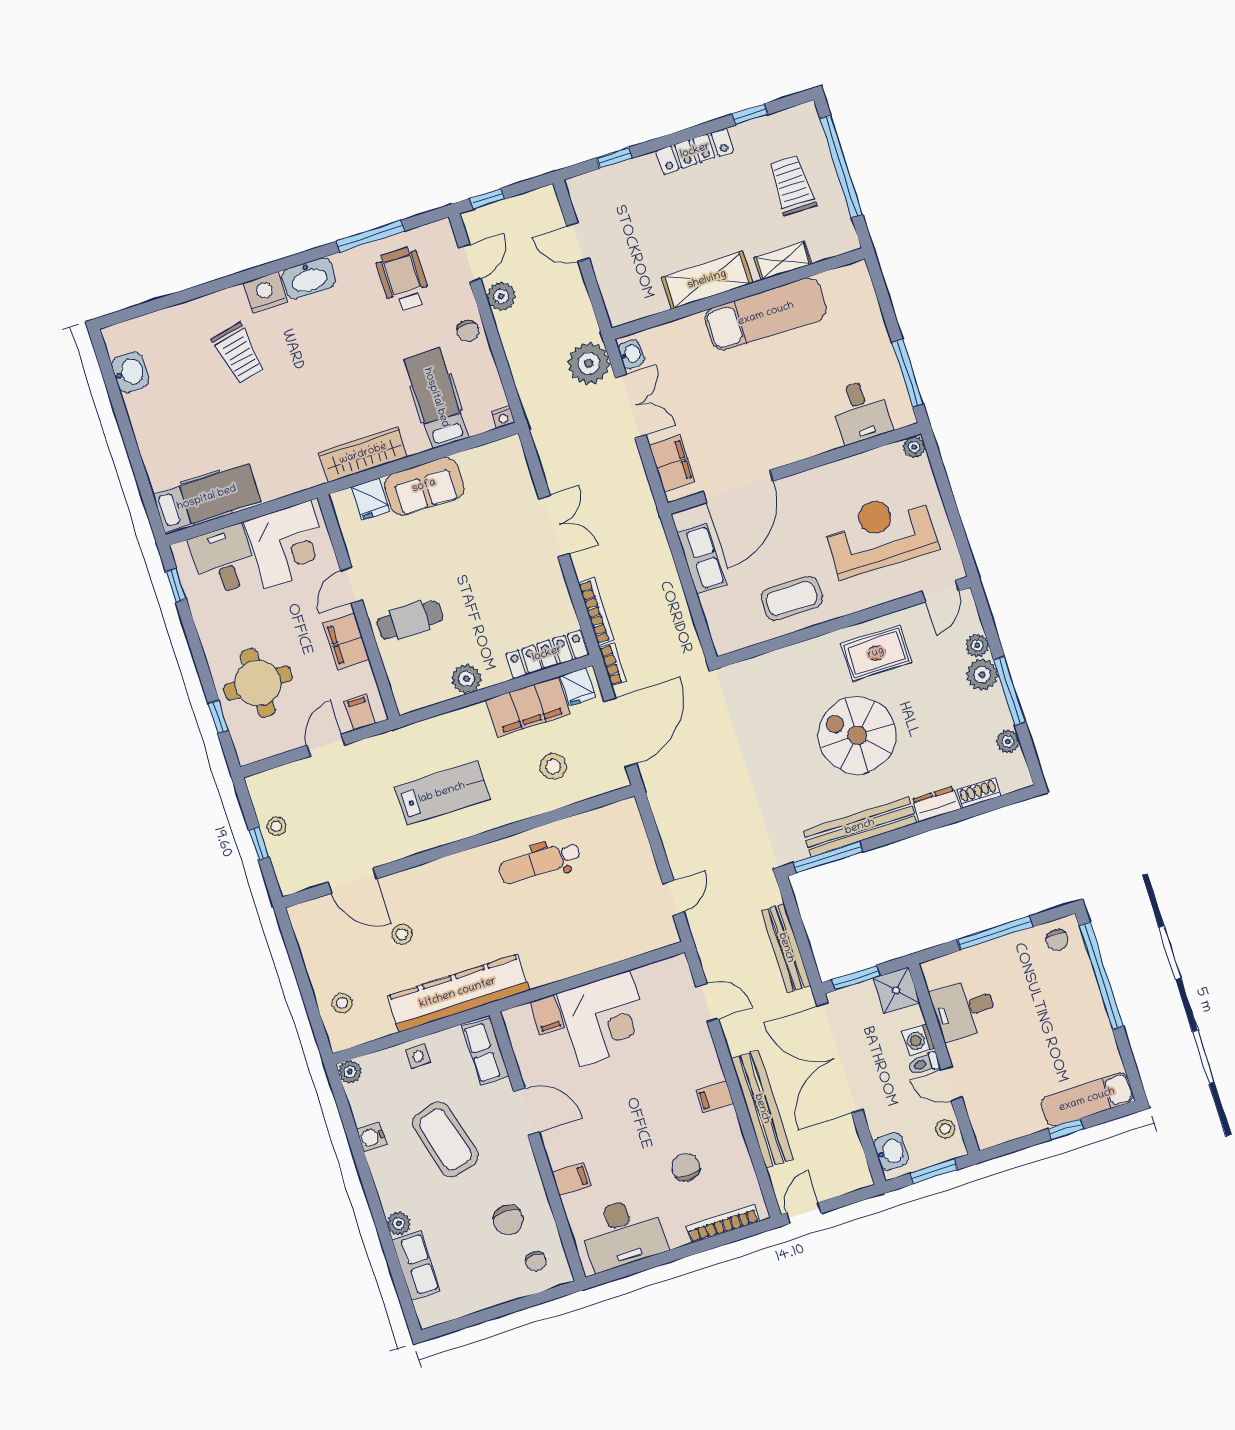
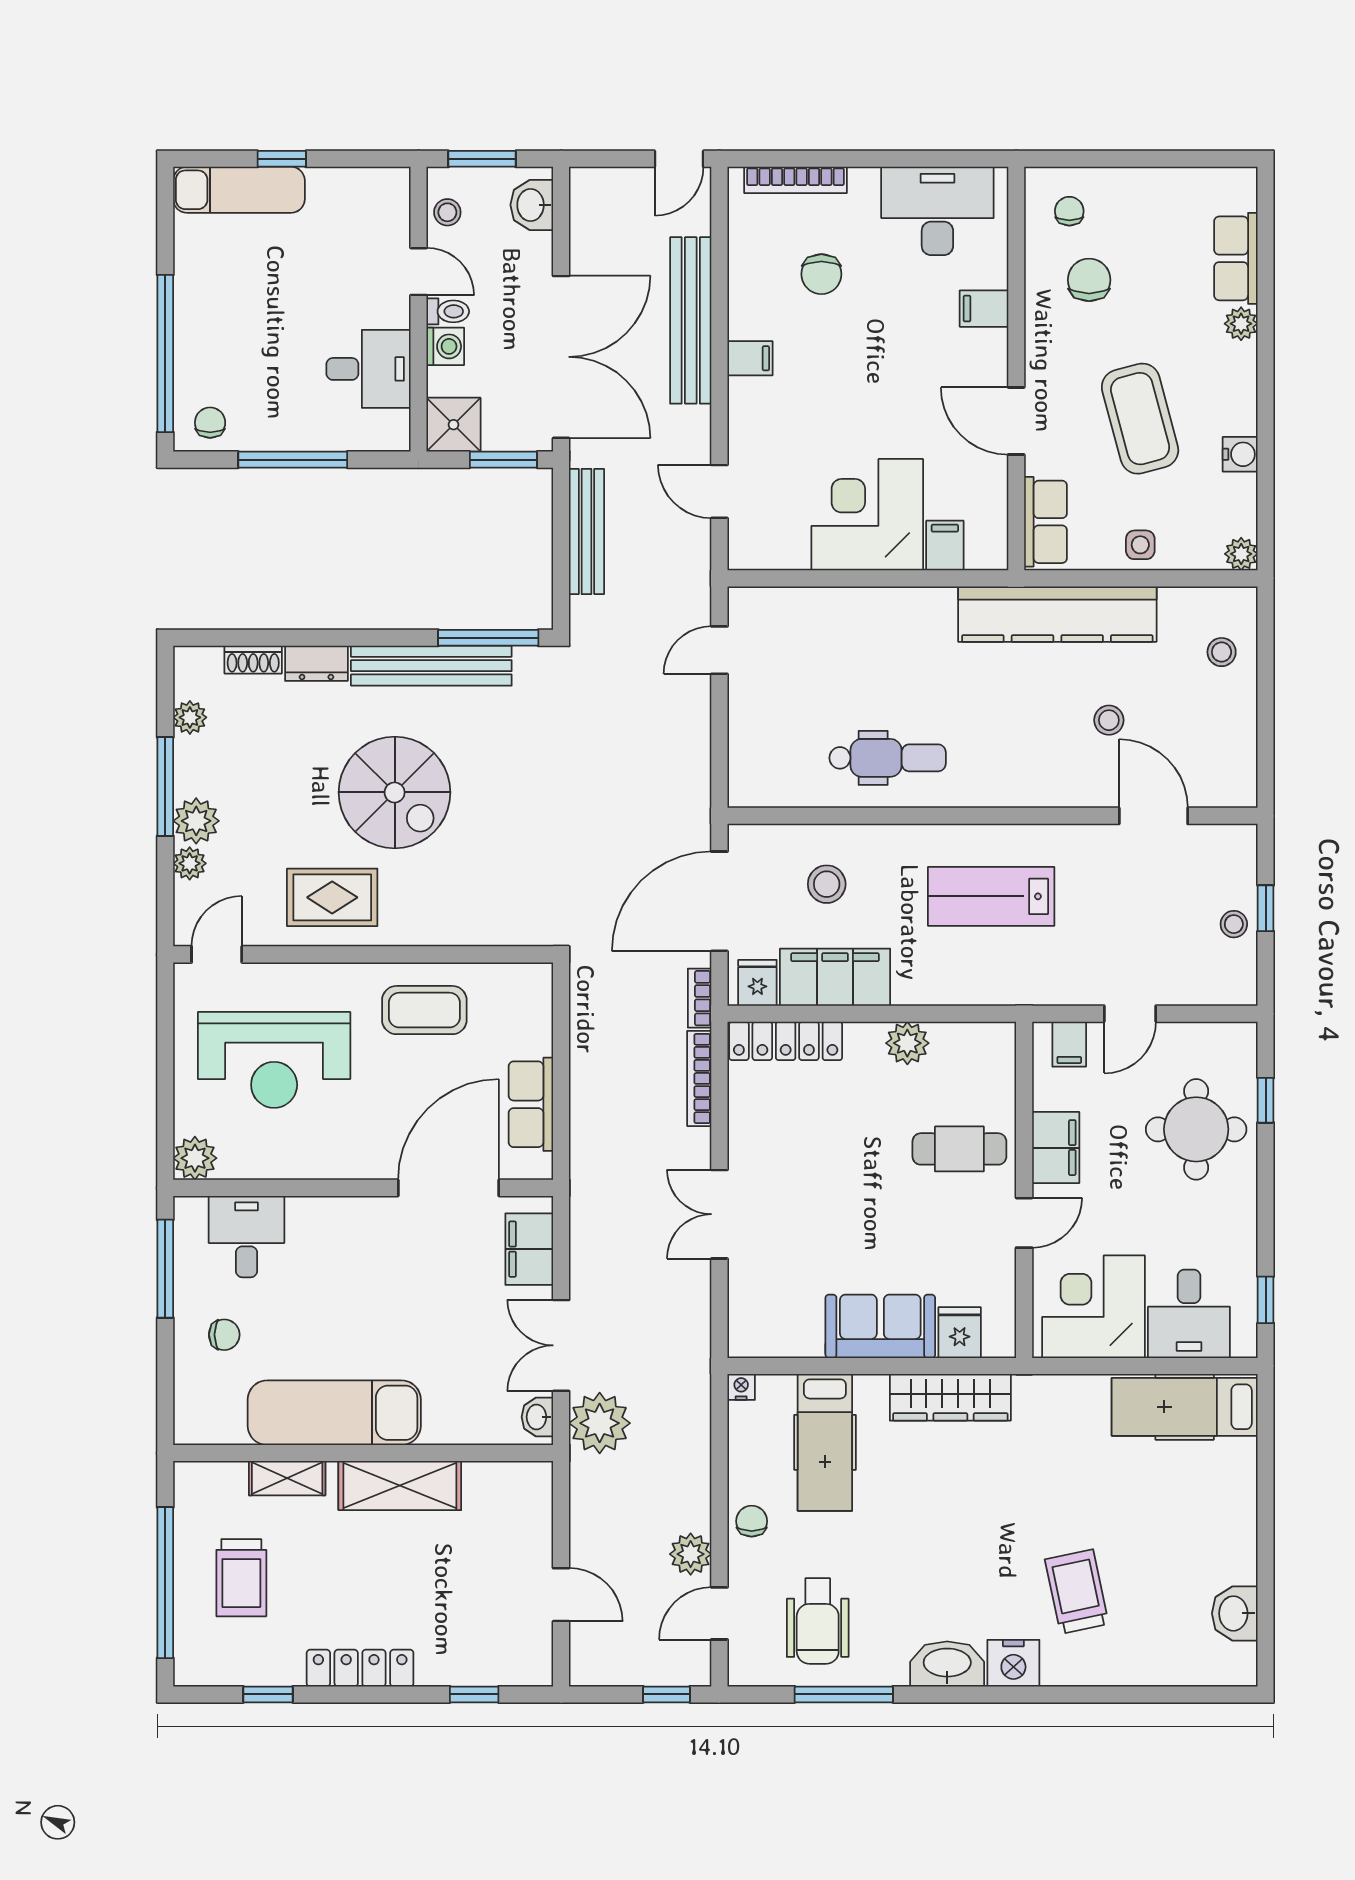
chair: (855, 342) -> (224, 1335), added
plant: (914, 447) -> (195, 1158), width x1.38, depth x1.38

